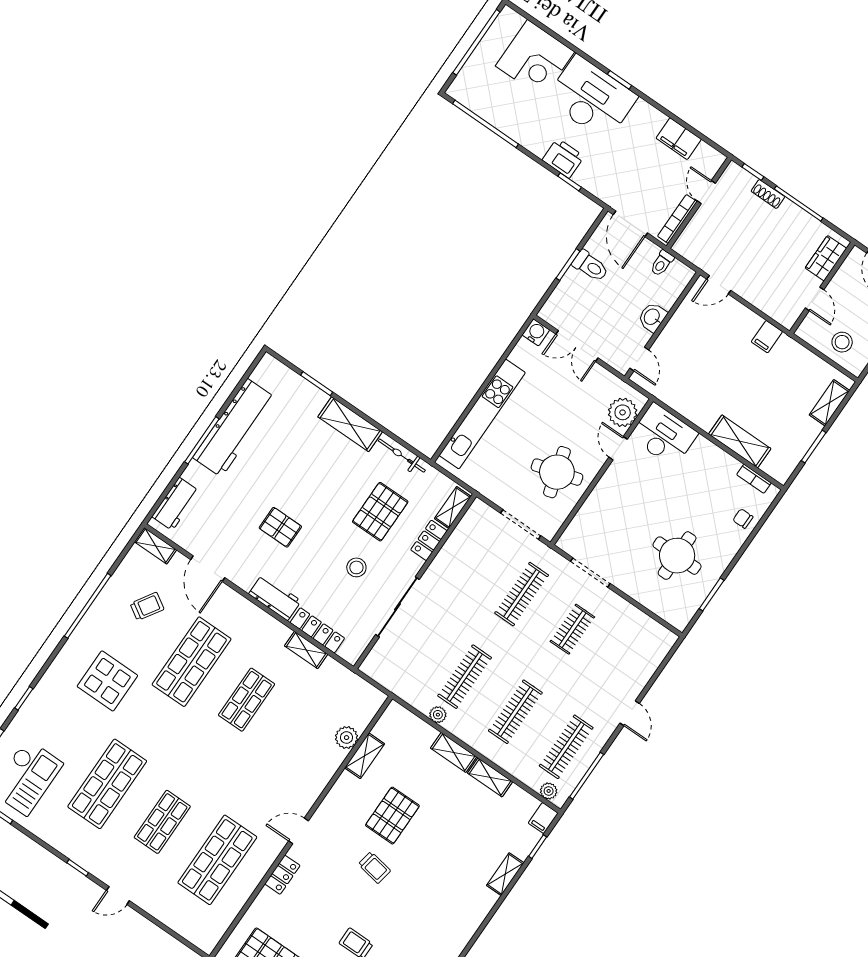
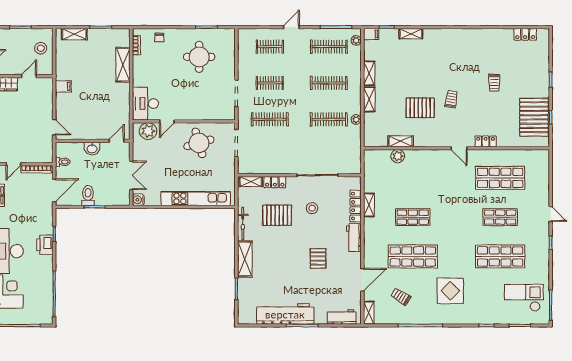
clothes rail: (623, 664) -> (270, 47), added

